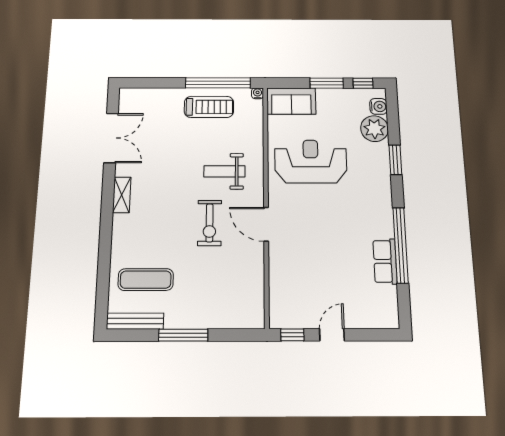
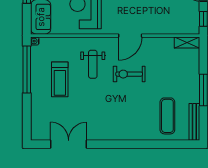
treadmill: (209, 107) -> (60, 79), moved, turned 180
shelving: (122, 195) -> (187, 43), moved
exercise bike: (210, 223) -> (129, 74), turned 180

